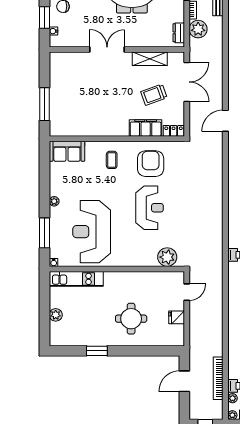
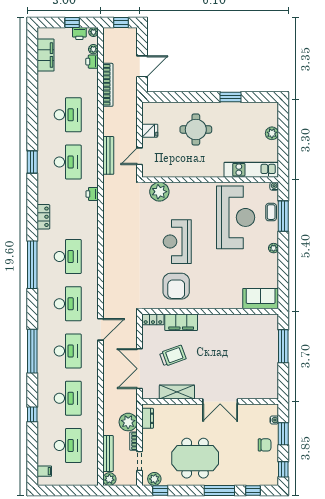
coffee table: (112, 160) -> (271, 212), moved
bench: (218, 293) -> (108, 155), added
bookcase: (218, 378) -> (108, 85), moved

